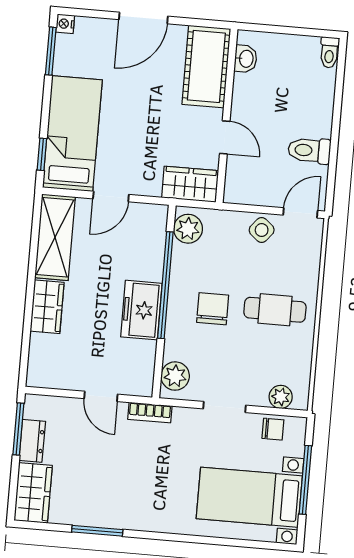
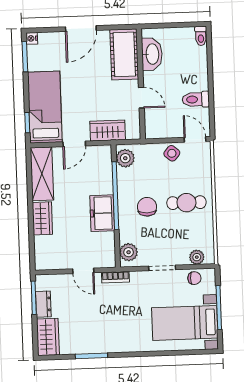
washbasin: (246, 59) -> (152, 54), width x1.91, depth x1.45
wardrobe: (190, 184) -> (108, 130), moved
door: (300, 213) -> (195, 139), hinge flipped

